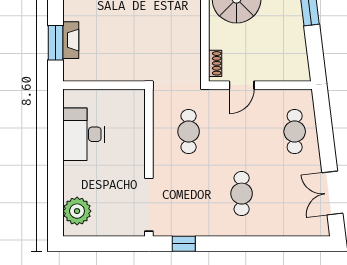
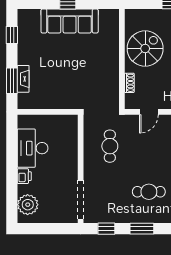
shoe rack: (215, 63) -> (129, 83), moved
printer: (72, 172) -> (24, 176), added
cafe table: (242, 194) -> (149, 192), turned 90
window: (232, 244) -> (142, 229), added

